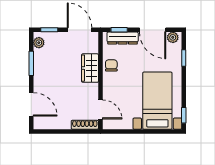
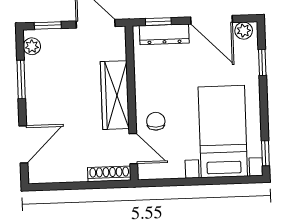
chair: (111, 65) -> (156, 121), moved
wardrobe: (90, 68) -> (115, 95), width x1.50
door: (31, 104) -> (23, 144), hinge flipped

